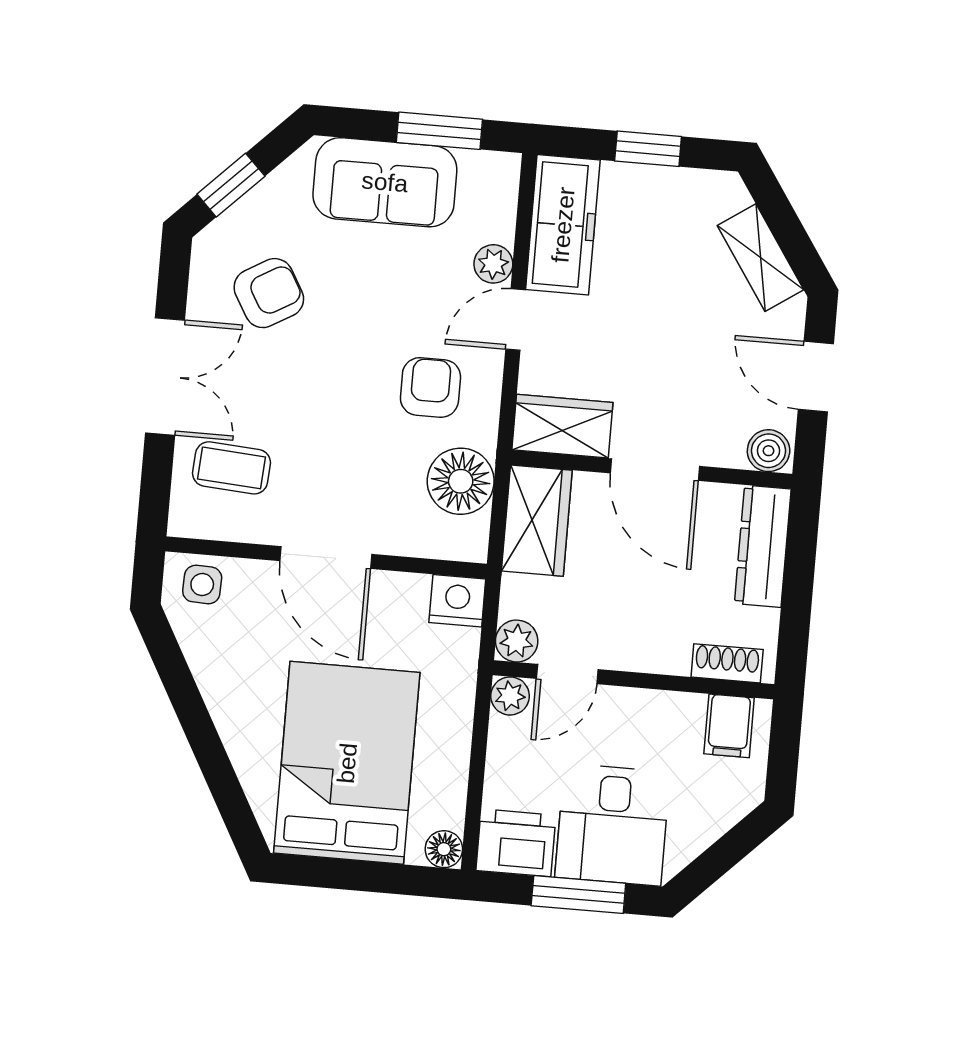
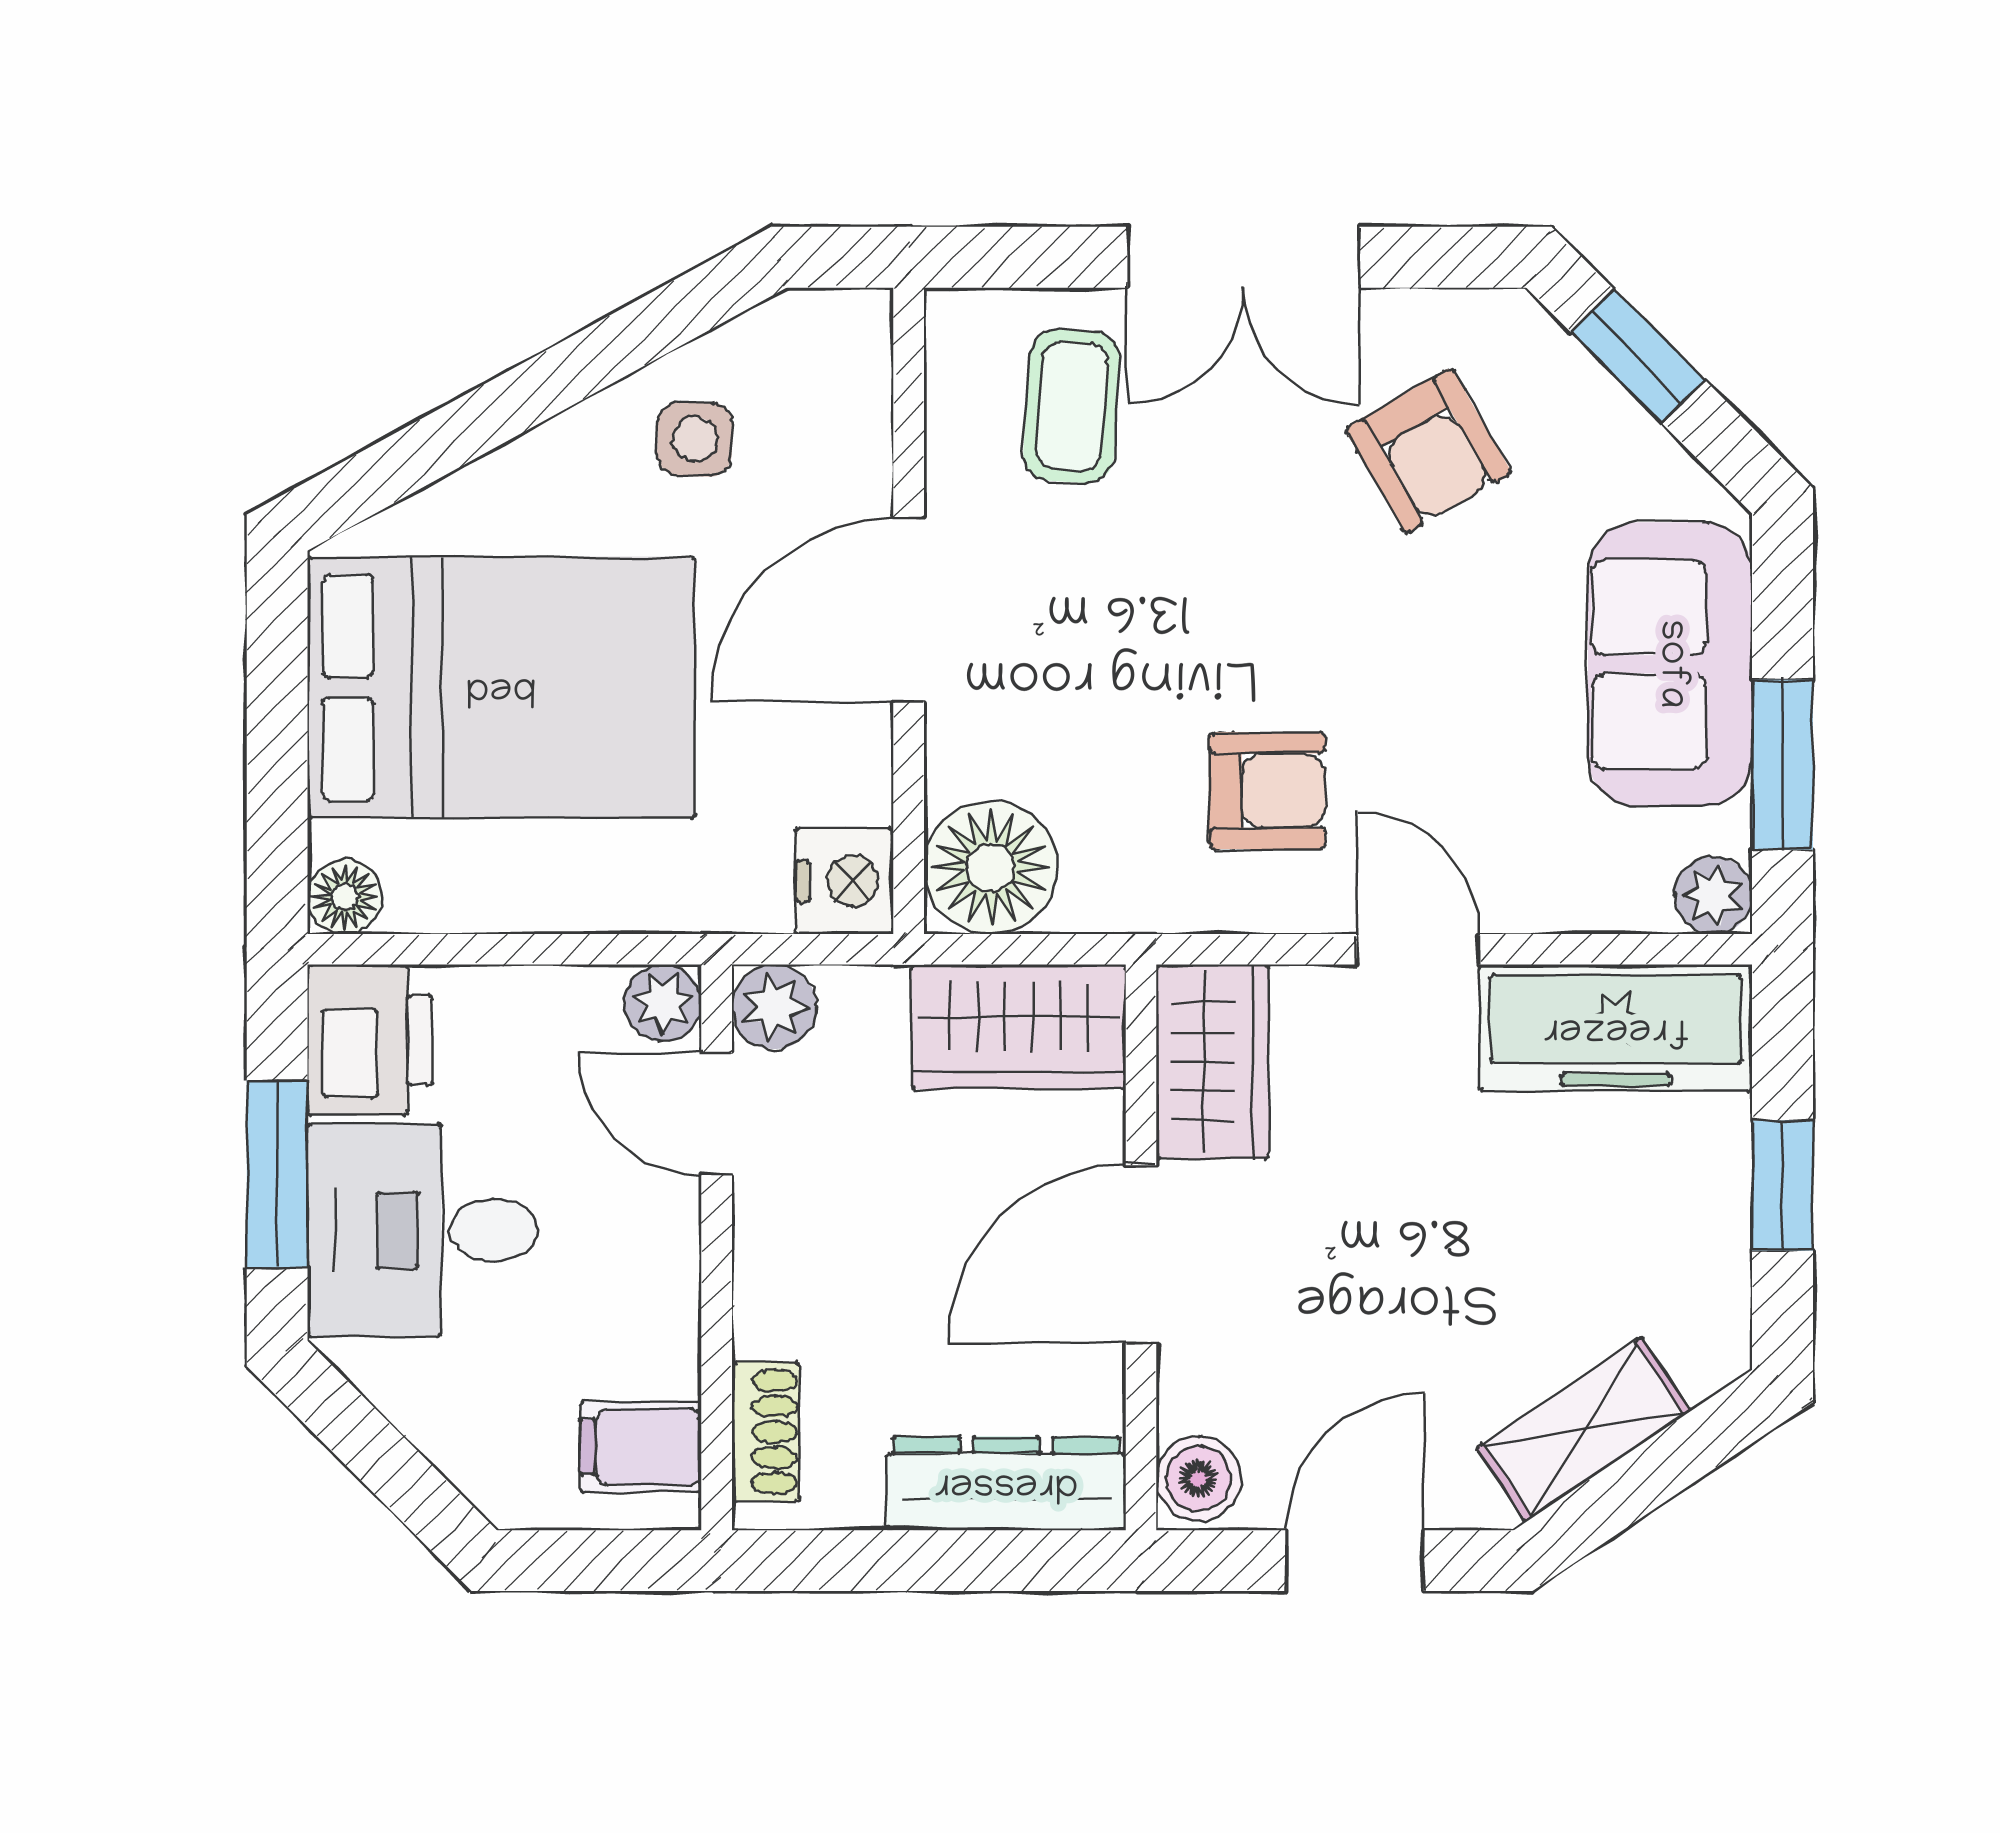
plant: (493, 264) -> (1713, 895), moved
floor lamp: (461, 481) -> (991, 867), moved
side table: (202, 584) -> (695, 439), moved

